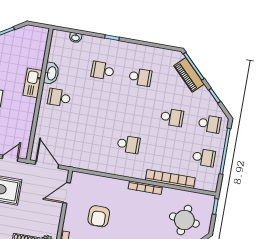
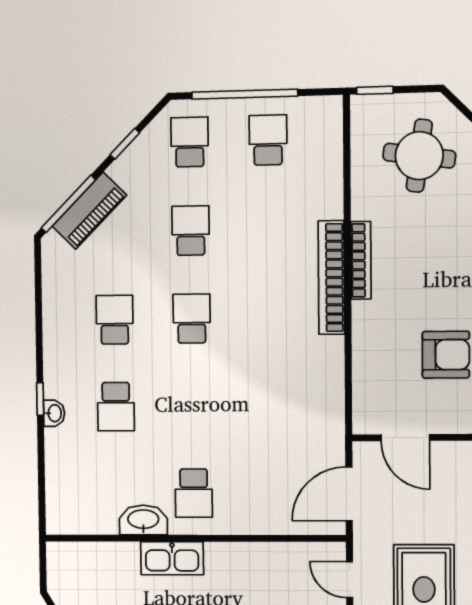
washbasin: (75, 38) -> (54, 413), moved
school desk: (128, 144) -> (192, 319), moved
bookcase: (170, 179) -> (331, 278), moved

